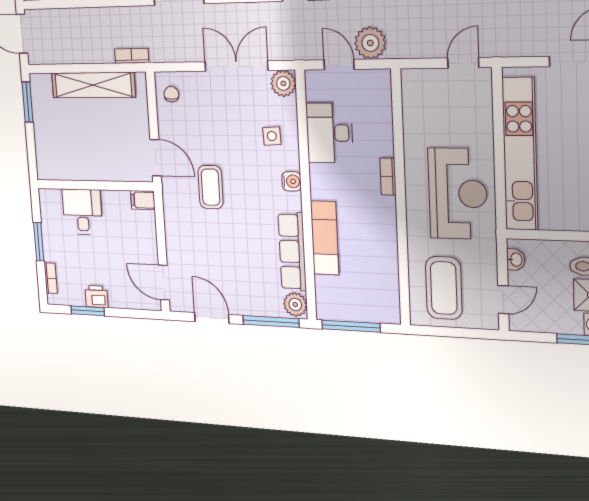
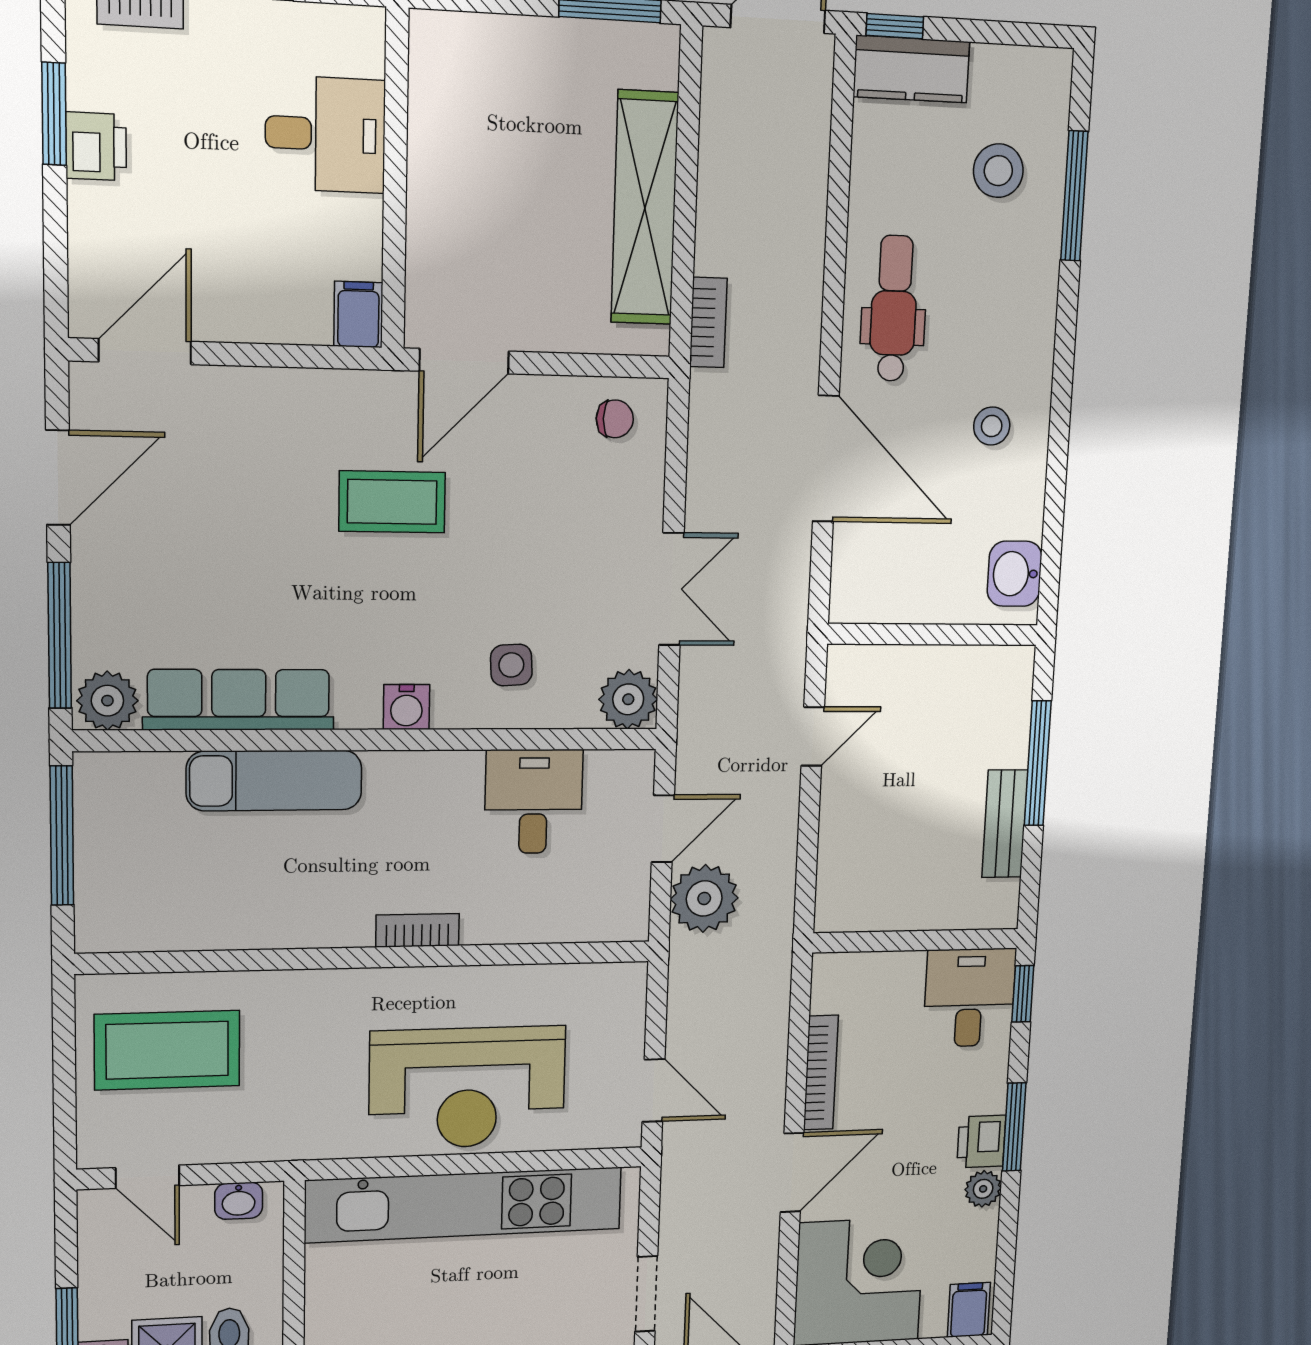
double door: (236, 66) -> (671, 589), width x0.73
desk: (330, 133) -> (534, 802), width x0.73
reception desk: (458, 194) -> (467, 1088), moved

